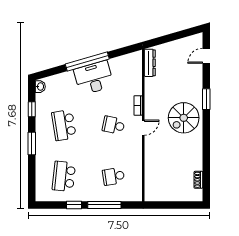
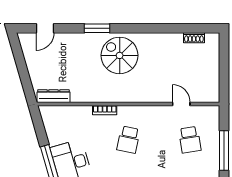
door: (206, 56) -> (45, 28), hinge flipped
spiral stairs: (184, 118) -> (120, 55), turned 180
door: (143, 128) -> (181, 104), moved

